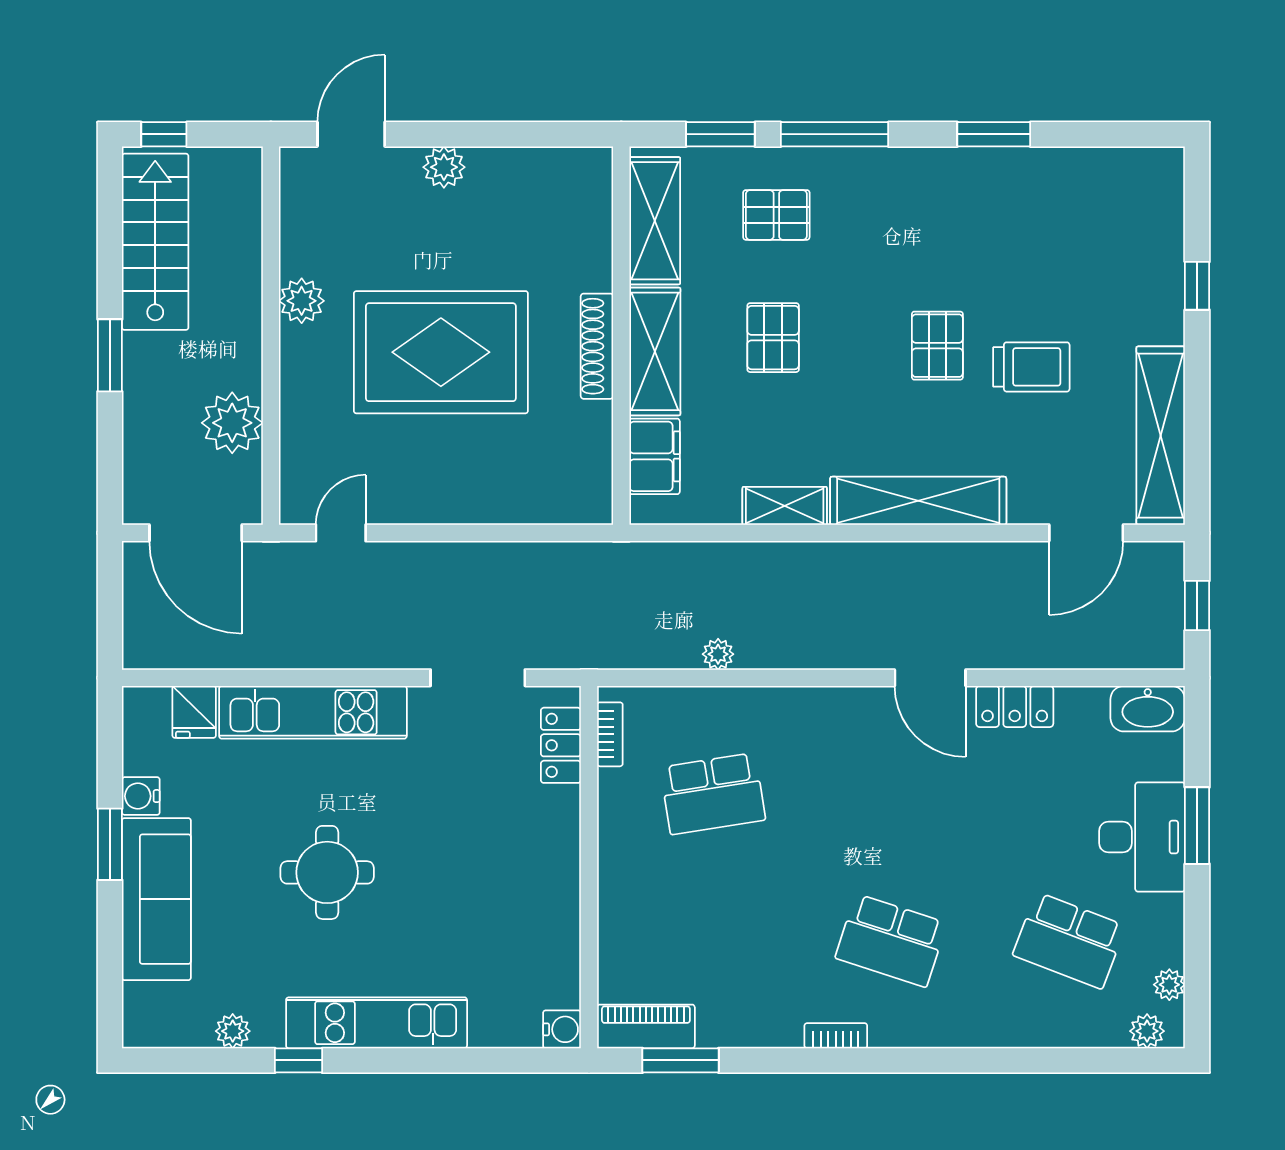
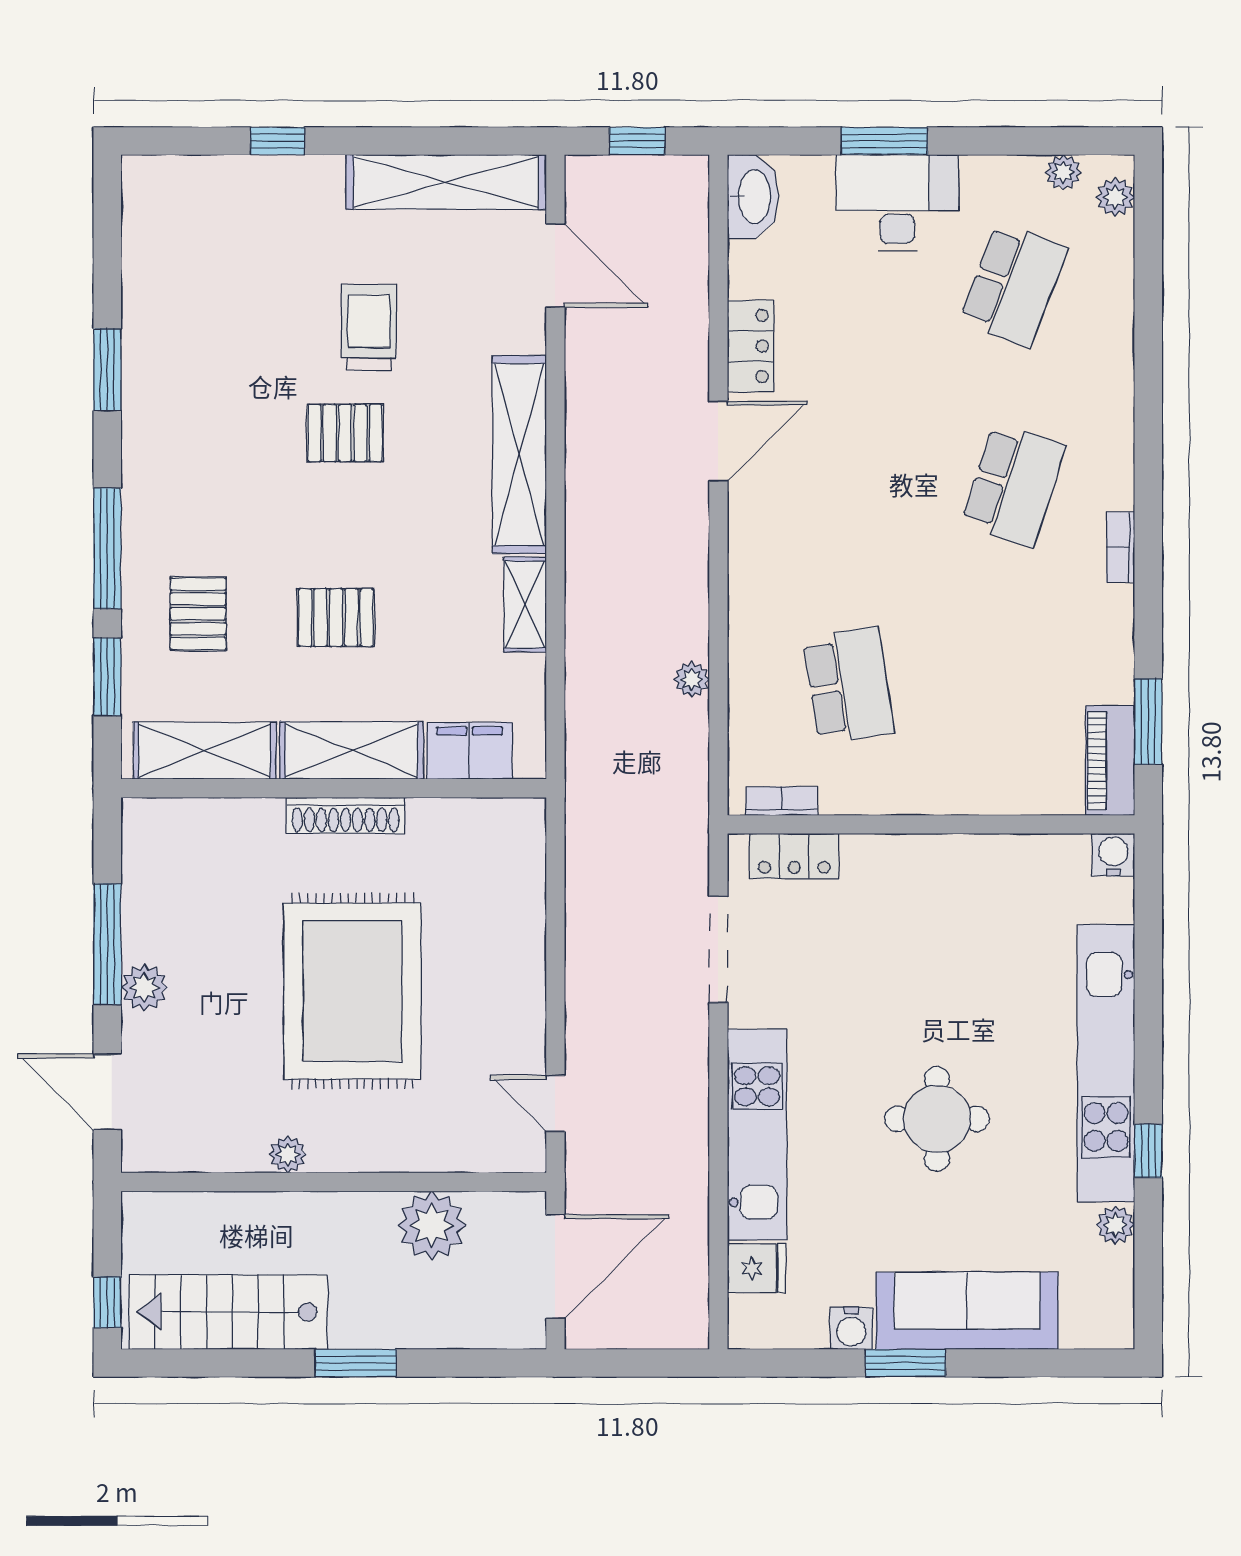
window: (483, 134) -> (107, 944), added
plant: (302, 301) -> (288, 1154), width x0.73, depth x0.73
kitchen unit: (377, 1023) -> (1106, 1063), width x1.36

